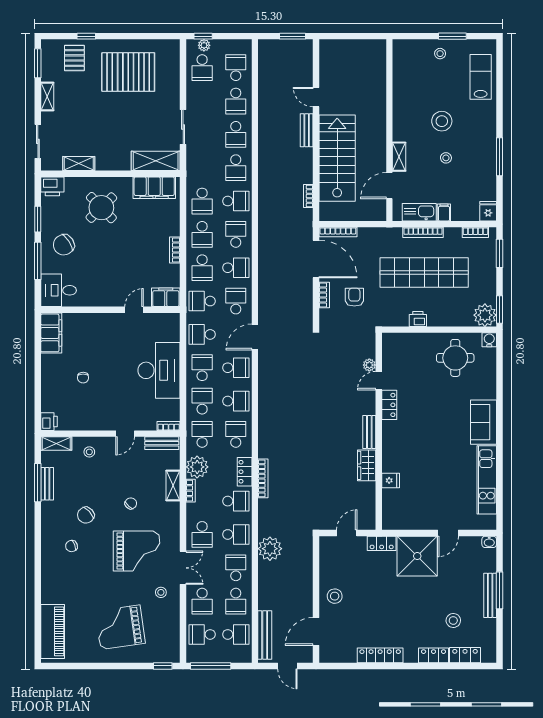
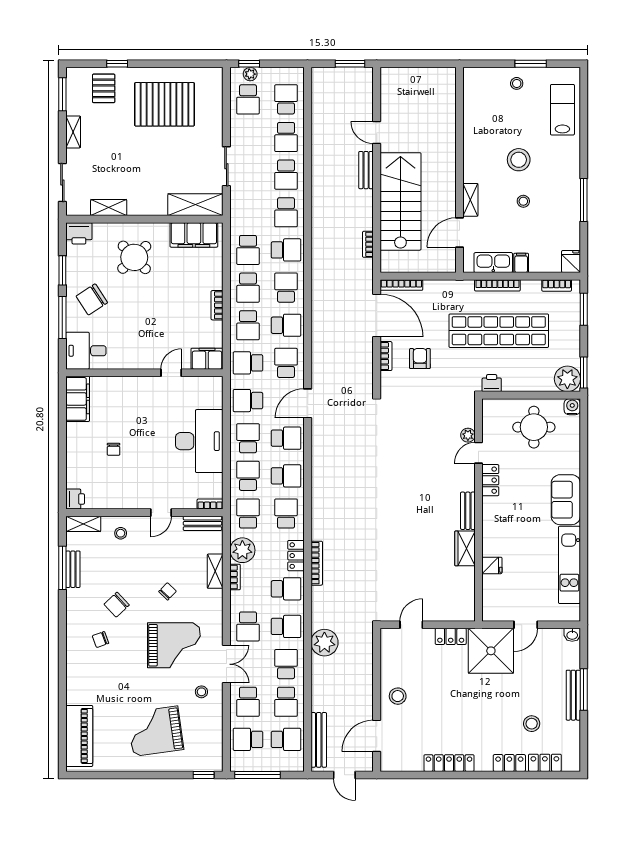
plant: (369, 365) -> (468, 435), moved
door: (379, 381) -> (478, 453), moved
locker: (389, 405) -> (490, 480), moved
wall: (379, 431) -> (478, 510), moved
bench: (369, 432) -> (468, 511), moved
wardrobe: (367, 465) -> (465, 548), moved
fridge: (391, 480) -> (492, 565), moved

